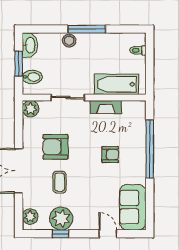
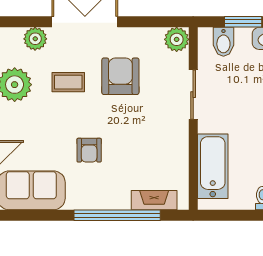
fireplace: (106, 107) -> (154, 200), moved, turned 90
armchair: (110, 155) -> (89, 150), moved
plant: (30, 217) -> (35, 39), moved

